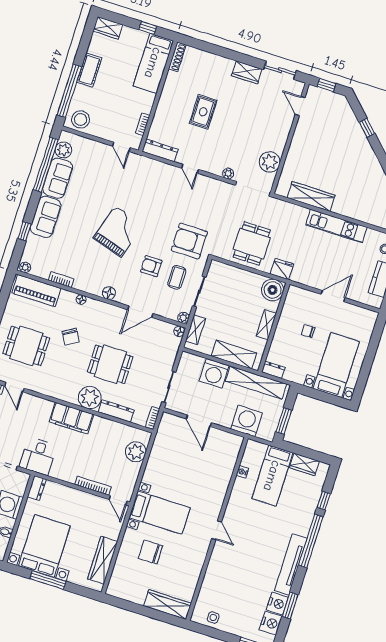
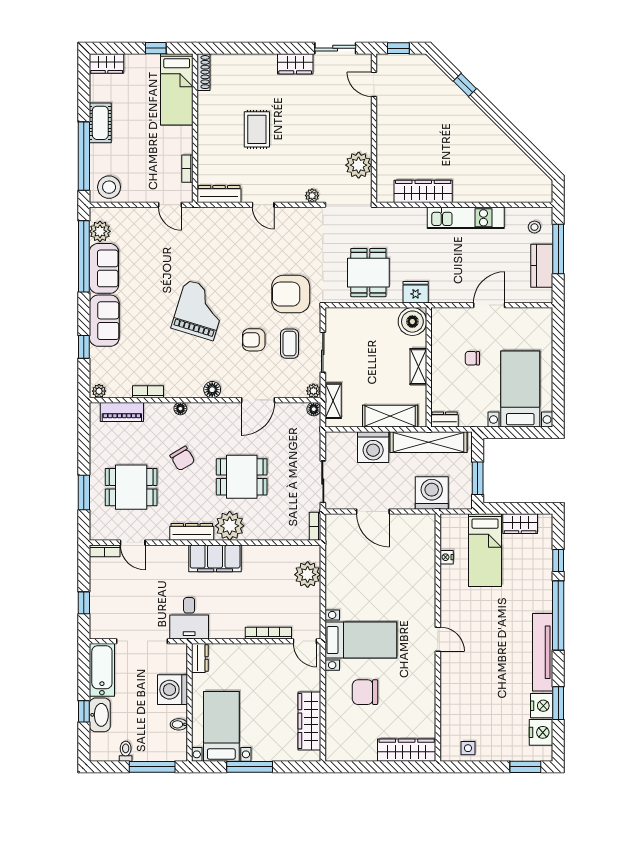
piano: (36, 291) -> (122, 412), width x0.73, depth x0.75
dresser: (116, 411) -> (192, 532), moved
bed with nightstands: (44, 546) -> (221, 726), width x0.73

